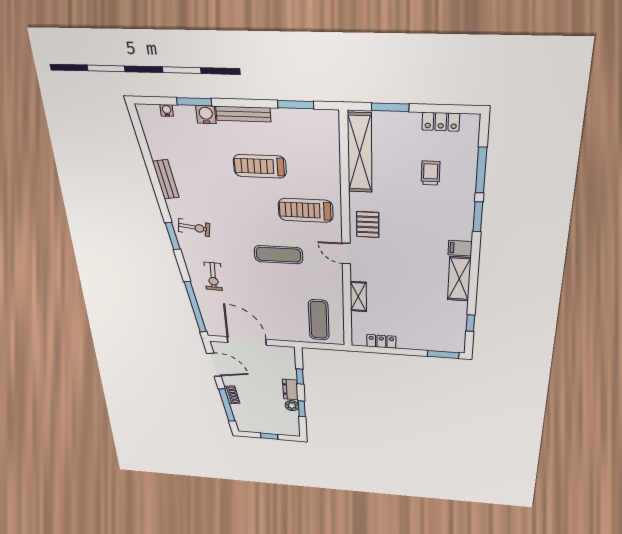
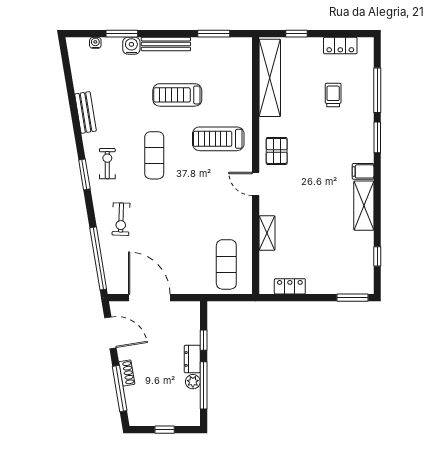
window: (390, 107) -> (296, 34), width x0.67
exercise bike: (194, 227) -> (107, 164), turned -98
exercise mat: (278, 255) -> (154, 155), moved, turned 90
window: (302, 409) -> (204, 385), width x2.17

